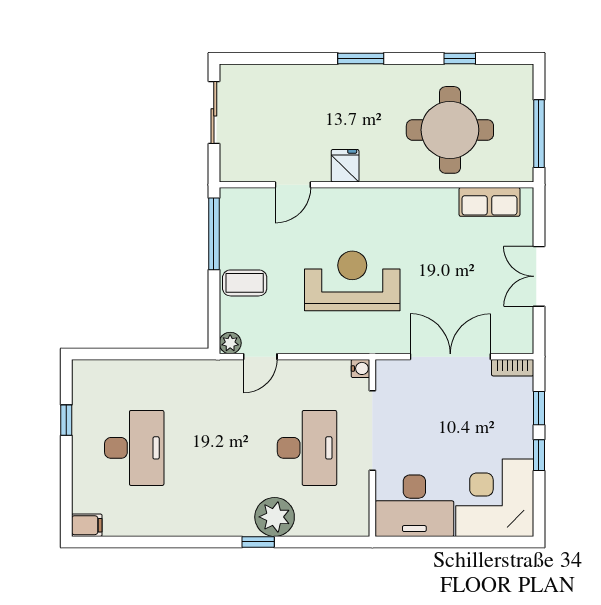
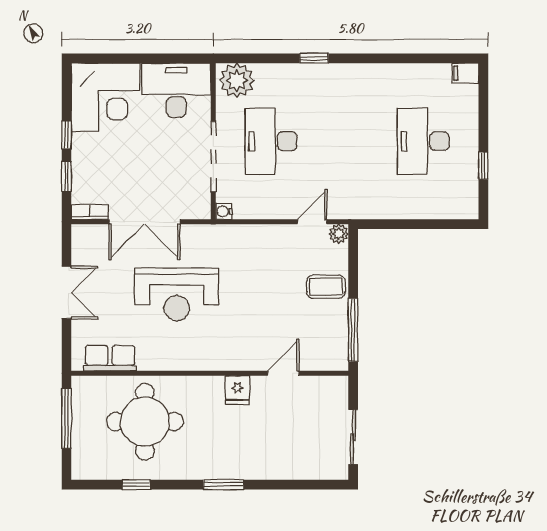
reception desk: (352, 281) -> (177, 294), moved
plant: (275, 517) -> (237, 80), moved

